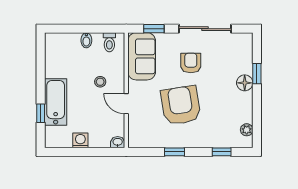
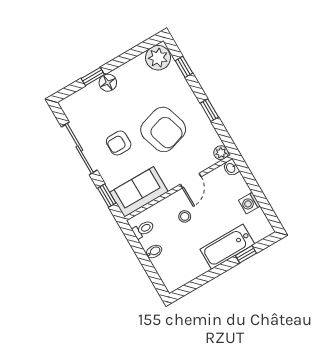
armchair: (181, 105) -> (163, 129), turned -98
plant: (247, 130) -> (158, 58), width x1.88, depth x1.88
plant: (135, 141) -> (221, 153), added

